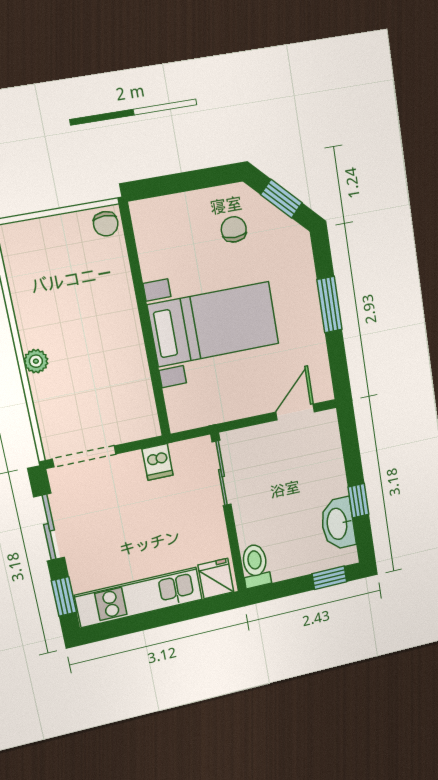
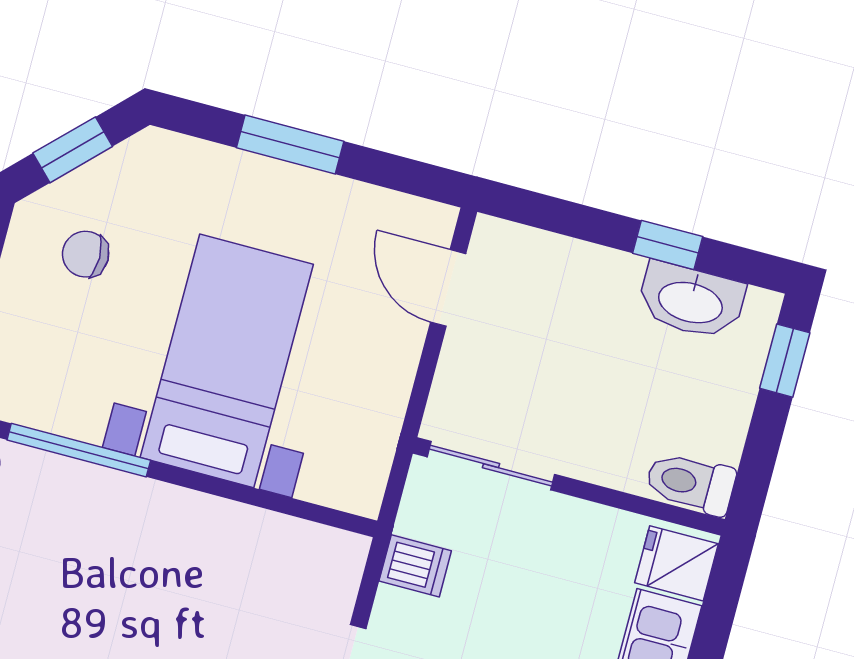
window: (136, 272) -> (79, 450), added

